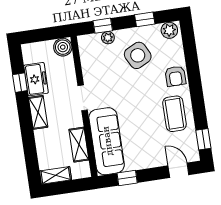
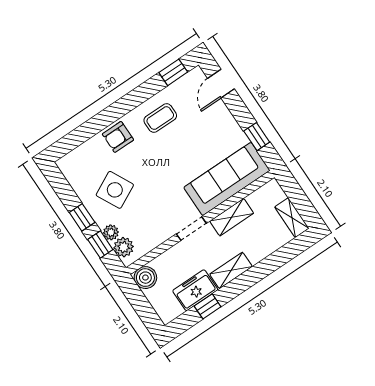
window: (145, 19) -> (82, 217), moved
plant: (169, 30) -> (124, 247), moved
armchair: (175, 76) -> (118, 137), turned 180
coffee table: (174, 114) -> (160, 118), width x0.73, depth x0.77
shelving: (79, 145) -> (232, 217), moved

